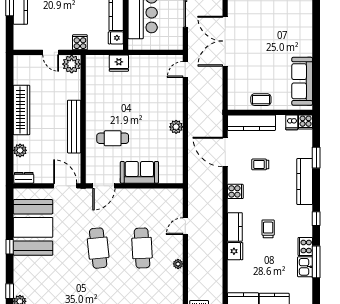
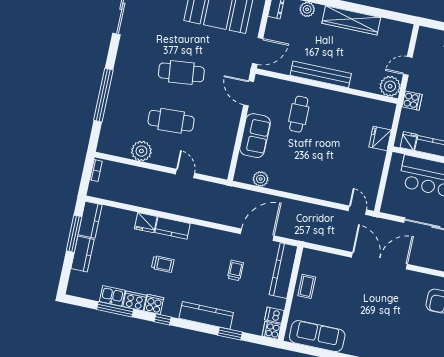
plant: (176, 127) -> (261, 179), moved
cooker: (235, 191) -> (154, 304), moved, turned 180
plant: (178, 264) -> (141, 151), width x1.88, depth x1.88

